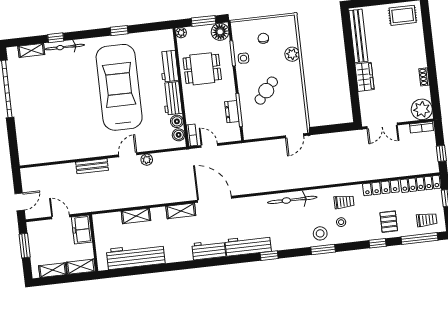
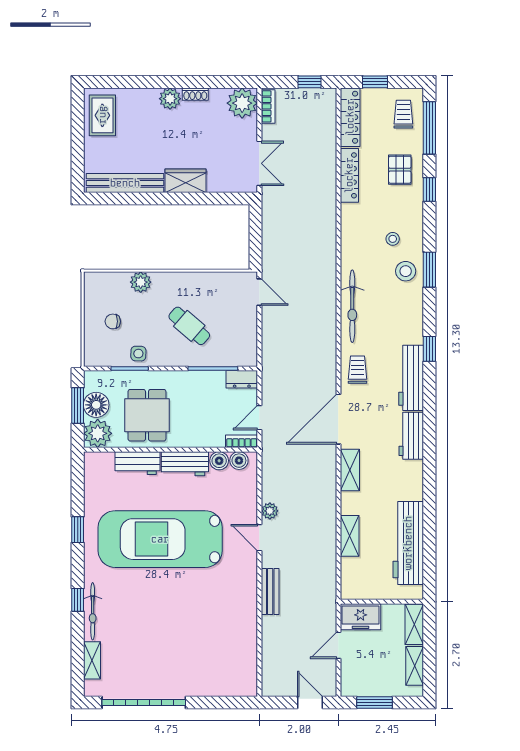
floor lamp: (220, 32) -> (96, 405), moved
plant: (181, 33) -> (98, 433), width x1.88, depth x1.88
window: (56, 38) -> (78, 600), moved
plant: (419, 60) -> (170, 99), added
dresser: (232, 112) -> (242, 379), moved
trolley: (344, 202) -> (357, 370), moved
pallet: (389, 222) -> (400, 170), turned 90

